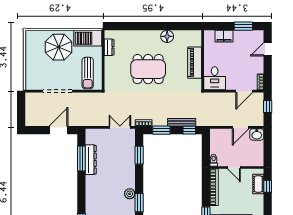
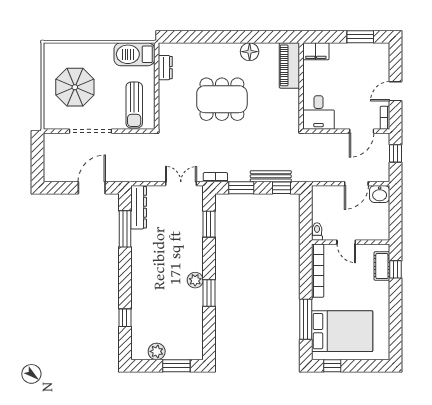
filing cabinet: (224, 36) -> (316, 51), moved
parasol: (59, 47) -> (75, 87), moved
door: (268, 49) -> (396, 91), moved
piano: (195, 63) -> (289, 65), moved
dresser: (91, 160) -> (139, 207), moved

